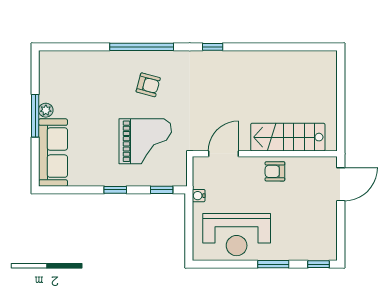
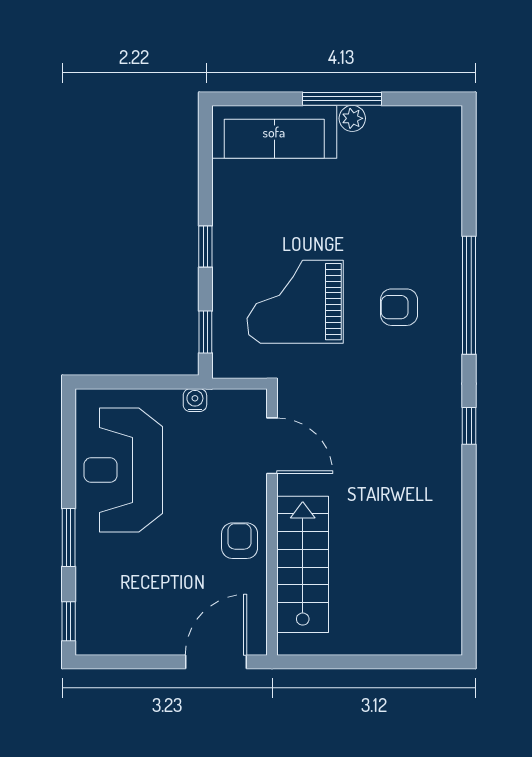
armchair: (148, 85) -> (399, 307), turned 75
grand piano: (145, 141) -> (295, 302), turned 90
door: (341, 184) -> (216, 662), swing flipped

